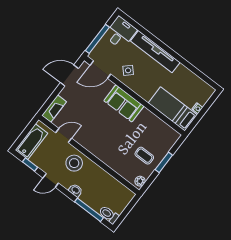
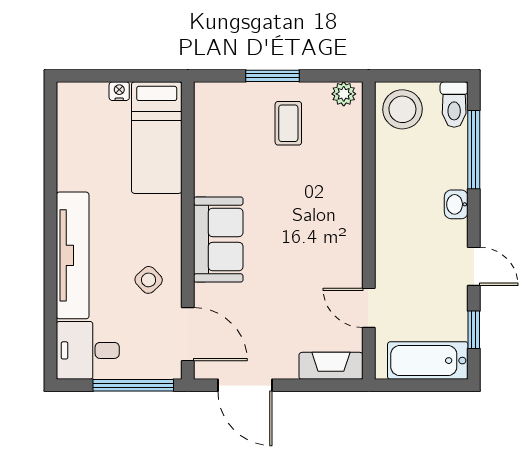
stool: (74, 163) -> (402, 109), moved

